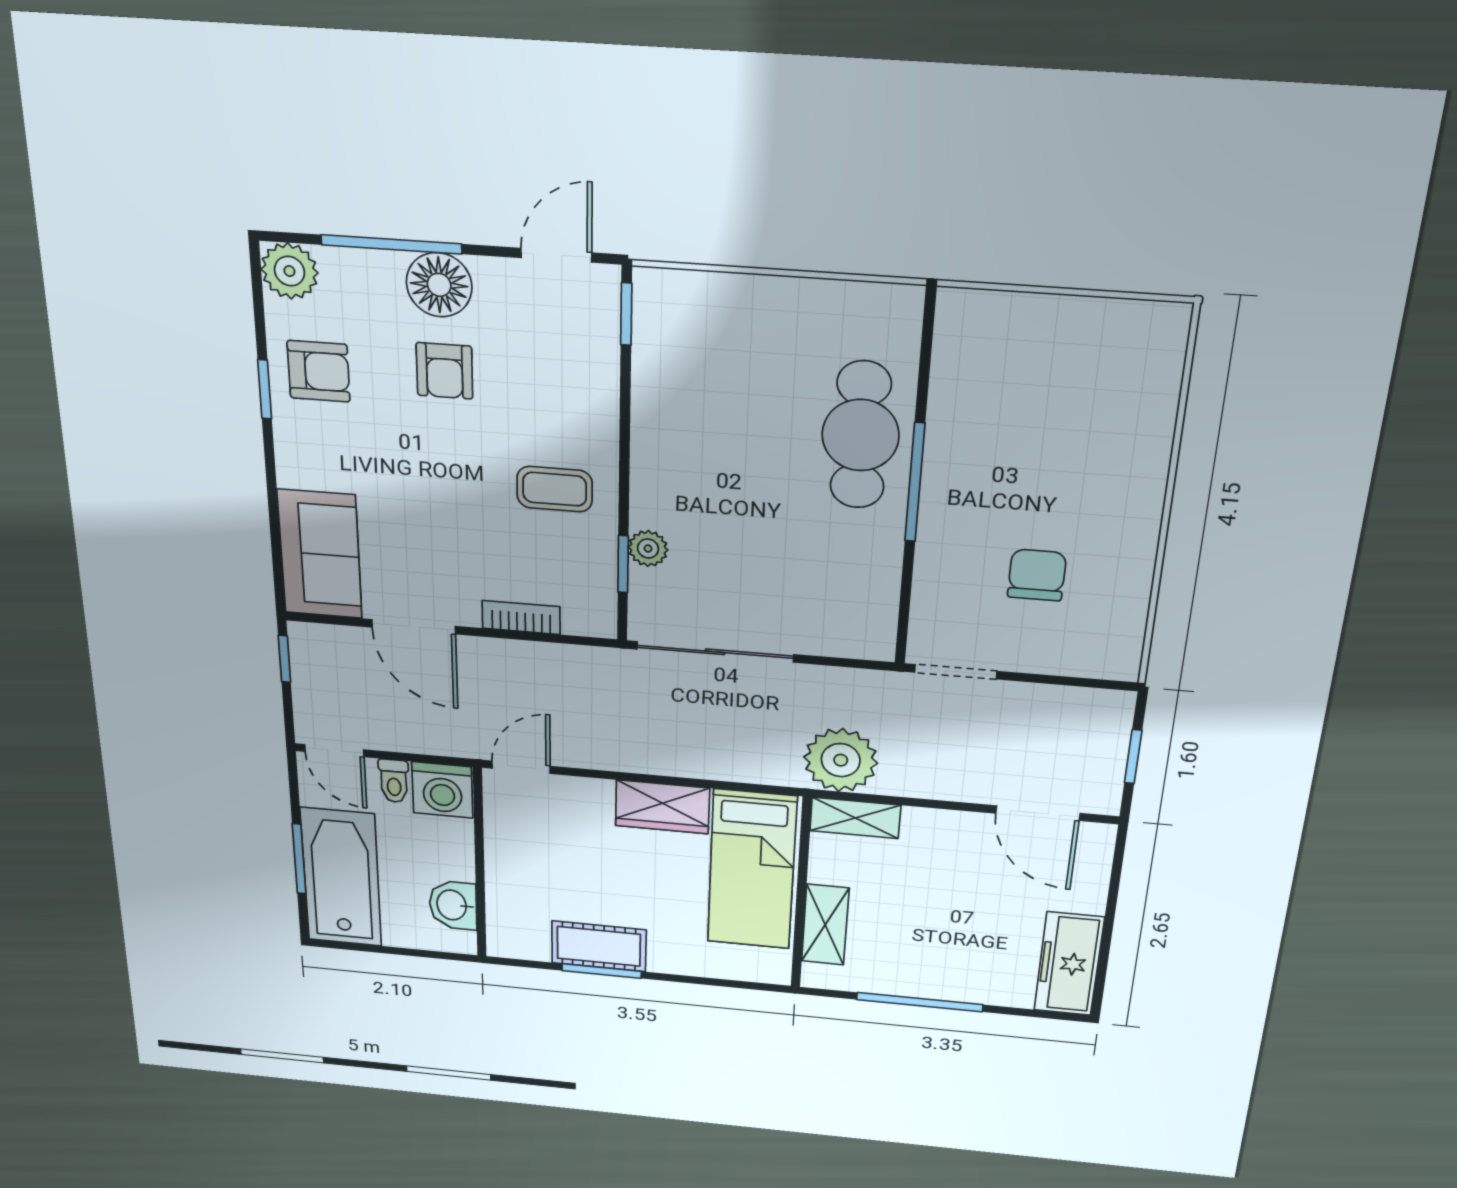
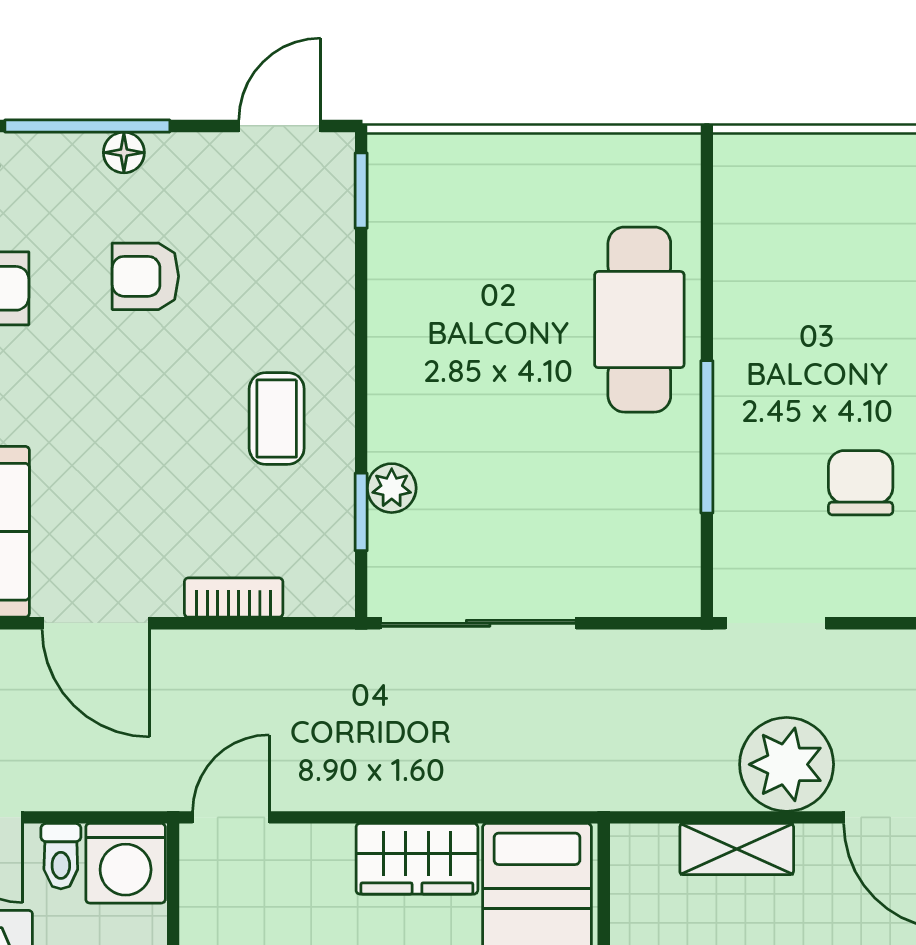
floor lamp: (439, 285) -> (124, 153), width x0.53, depth x0.53
armchair: (444, 371) -> (145, 276), turned 90
window: (915, 482) -> (707, 437), moved
coffee table: (555, 489) -> (277, 418), turned 90
plant: (841, 760) -> (787, 764), moved
shelving: (855, 818) -> (737, 849), moved

